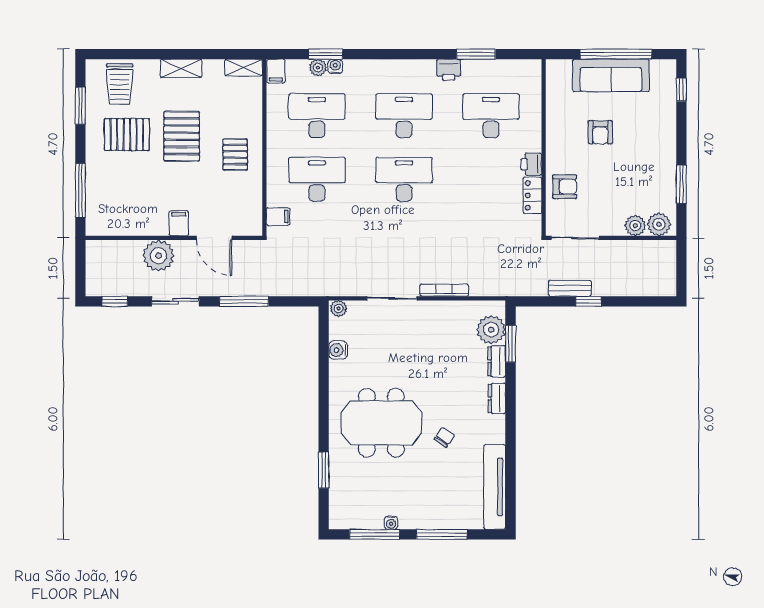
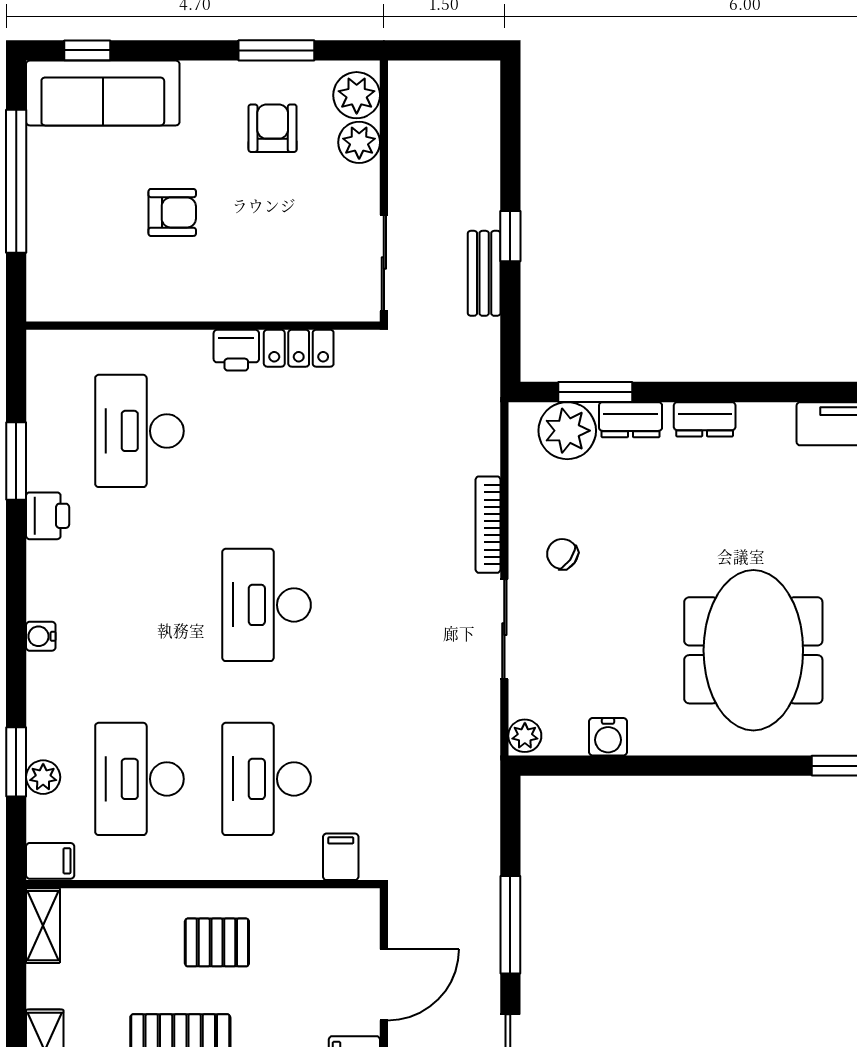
water cooler: (335, 66) -> (41, 636), moved
sofa: (611, 75) -> (103, 93), moved, turned 90
desk: (404, 116) -> (139, 605), removed
armchair: (565, 187) -> (273, 128), moved
chair: (444, 437) -> (562, 554), moved

